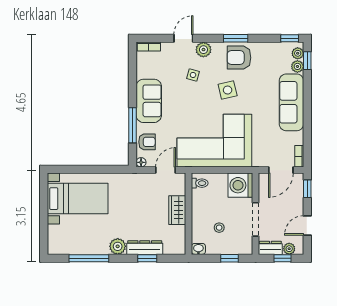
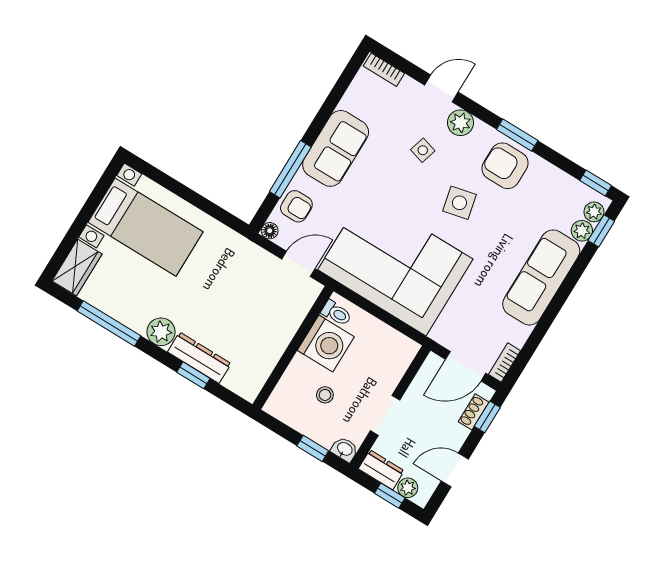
washing machine: (240, 185) -> (326, 343), moved, turned 180
shoe rack: (299, 191) -> (474, 412), added
wardrobe: (177, 210) -> (77, 267), moved, turned 180
doorway: (256, 219) -> (385, 415), width x0.73
washbasin: (198, 249) -> (345, 449), moved

